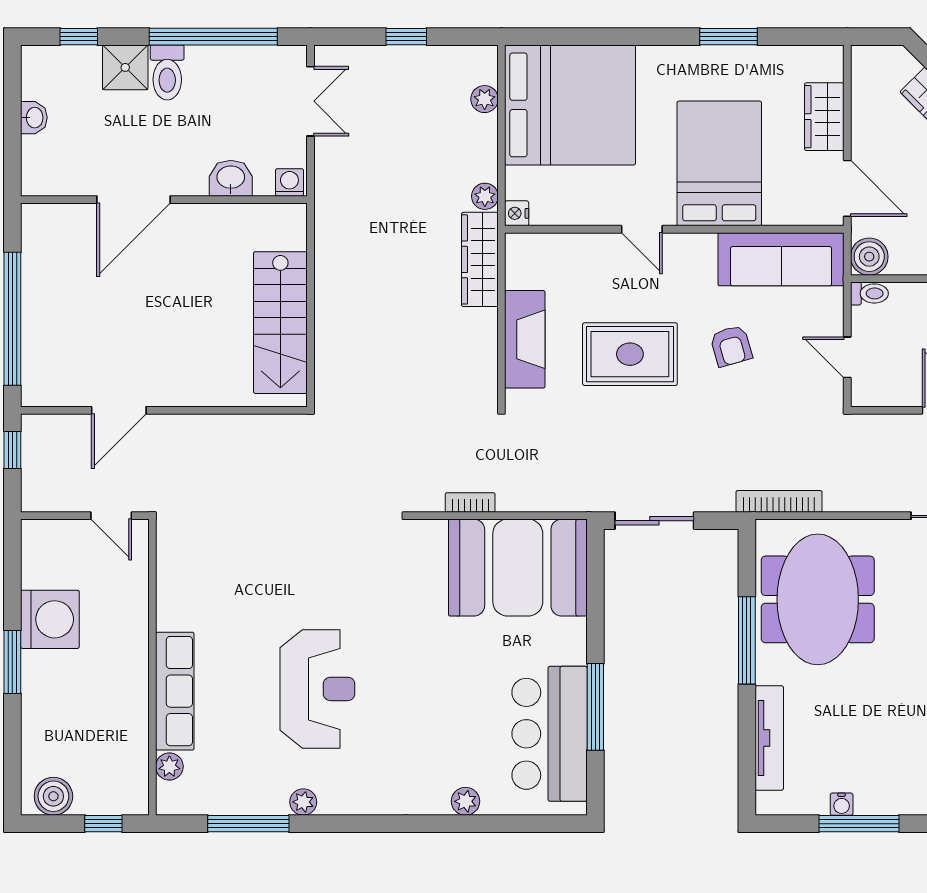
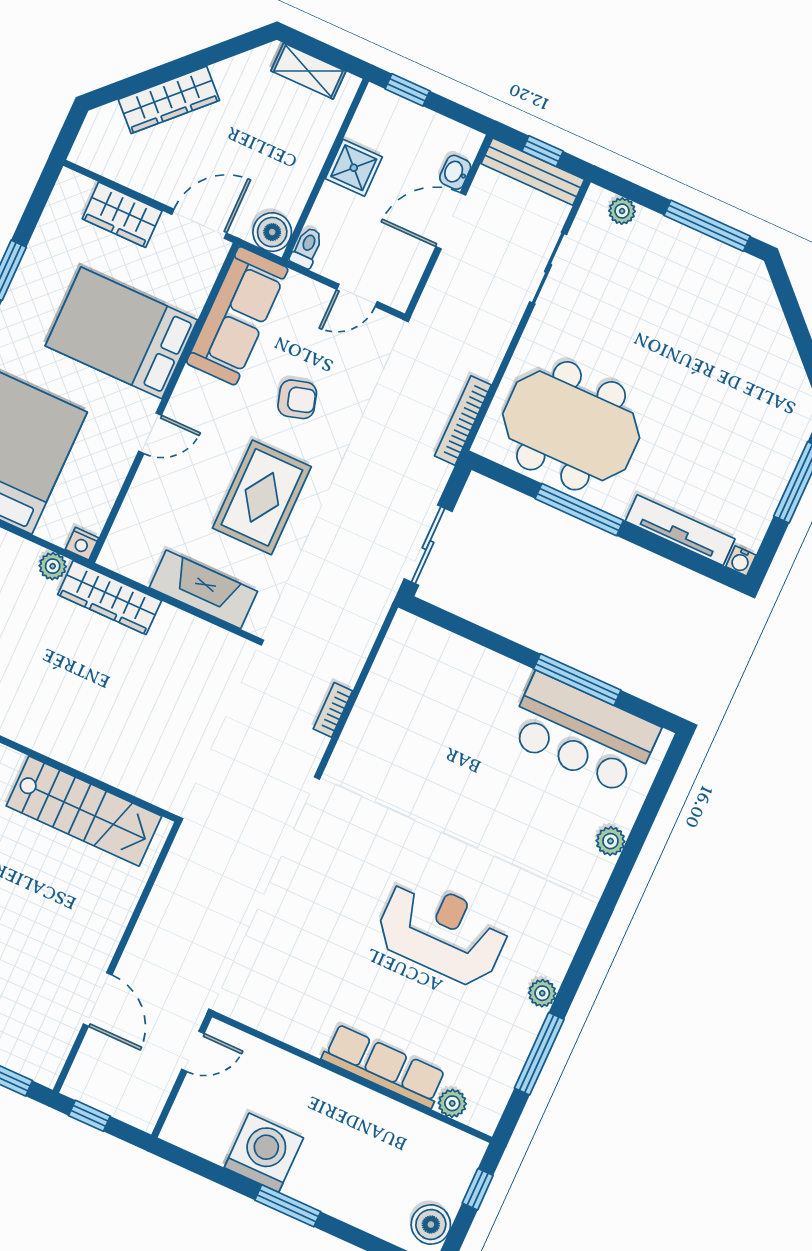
booth: (518, 568) -> (414, 693), removed
water cooler: (842, 804) -> (741, 561), moved, turned 90

